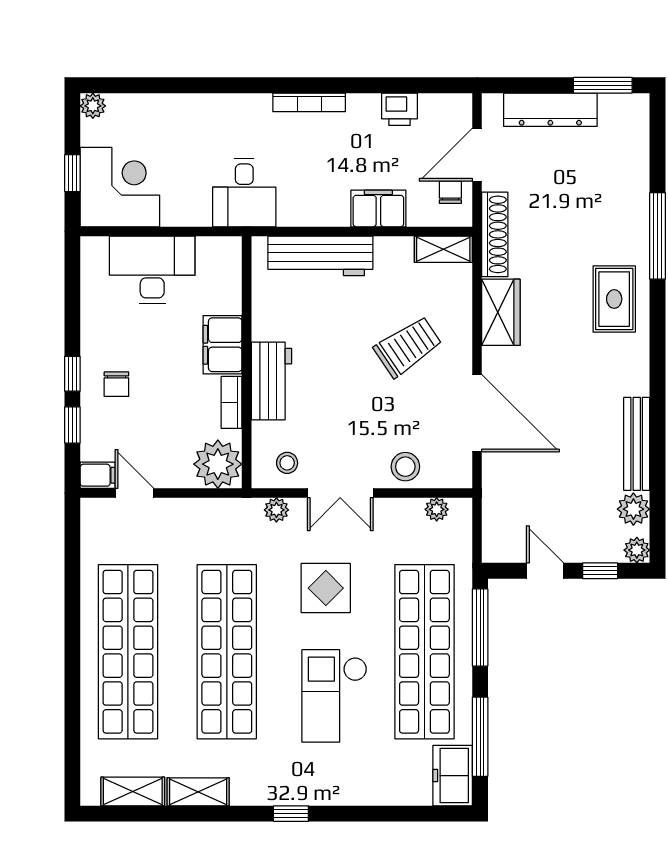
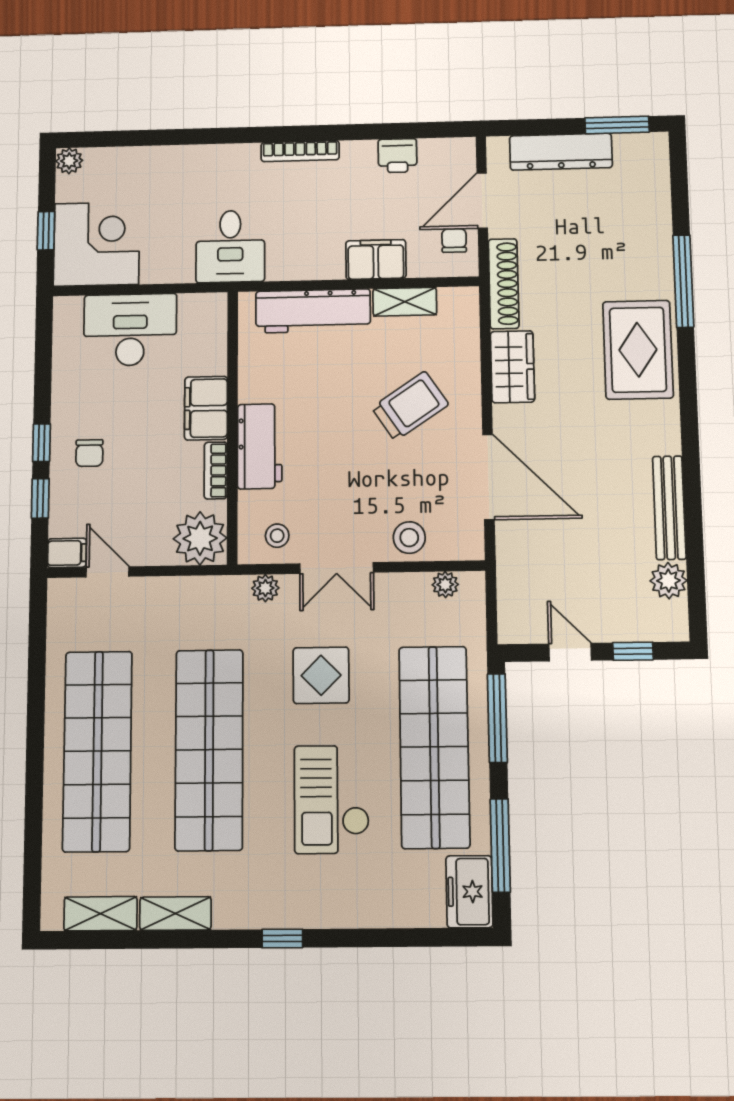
shelving: (443, 249) -> (405, 302), moved
rug: (614, 299) -> (638, 350), width x1.36, depth x1.43
plant: (637, 550) -> (674, 627), removed

